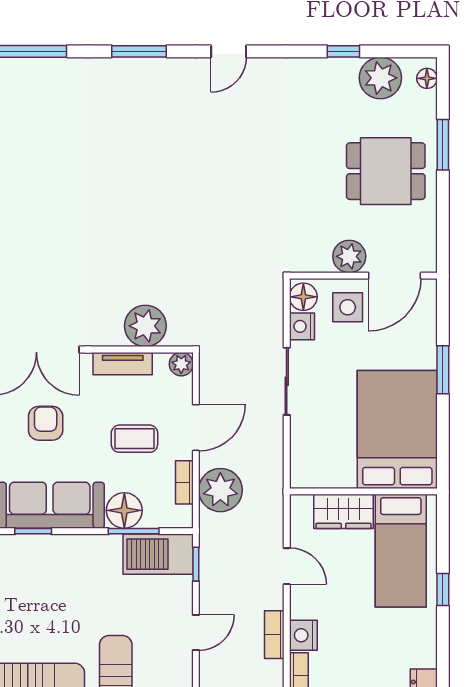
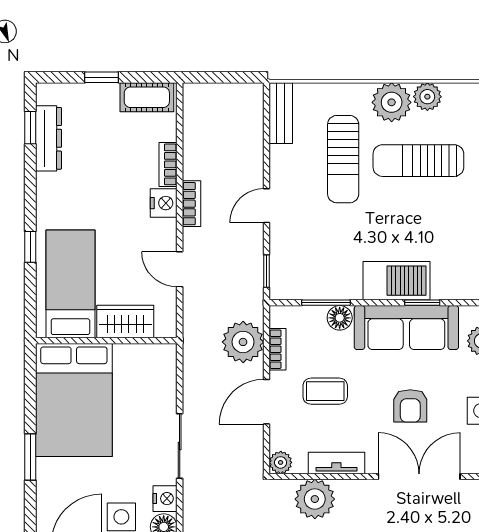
floor lamp: (124, 510) -> (340, 318), width x0.73, depth x0.73
barbecue: (158, 554) -> (397, 281), moved

